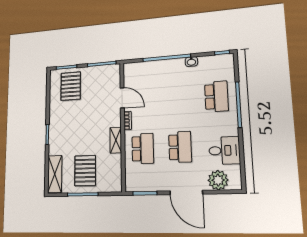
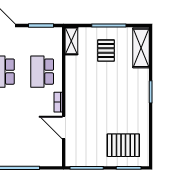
pallet: (71, 86) -> (123, 145), turned 90
shelving: (116, 140) -> (71, 41), moved
pallet: (85, 171) -> (106, 51), width x0.67, depth x0.71

